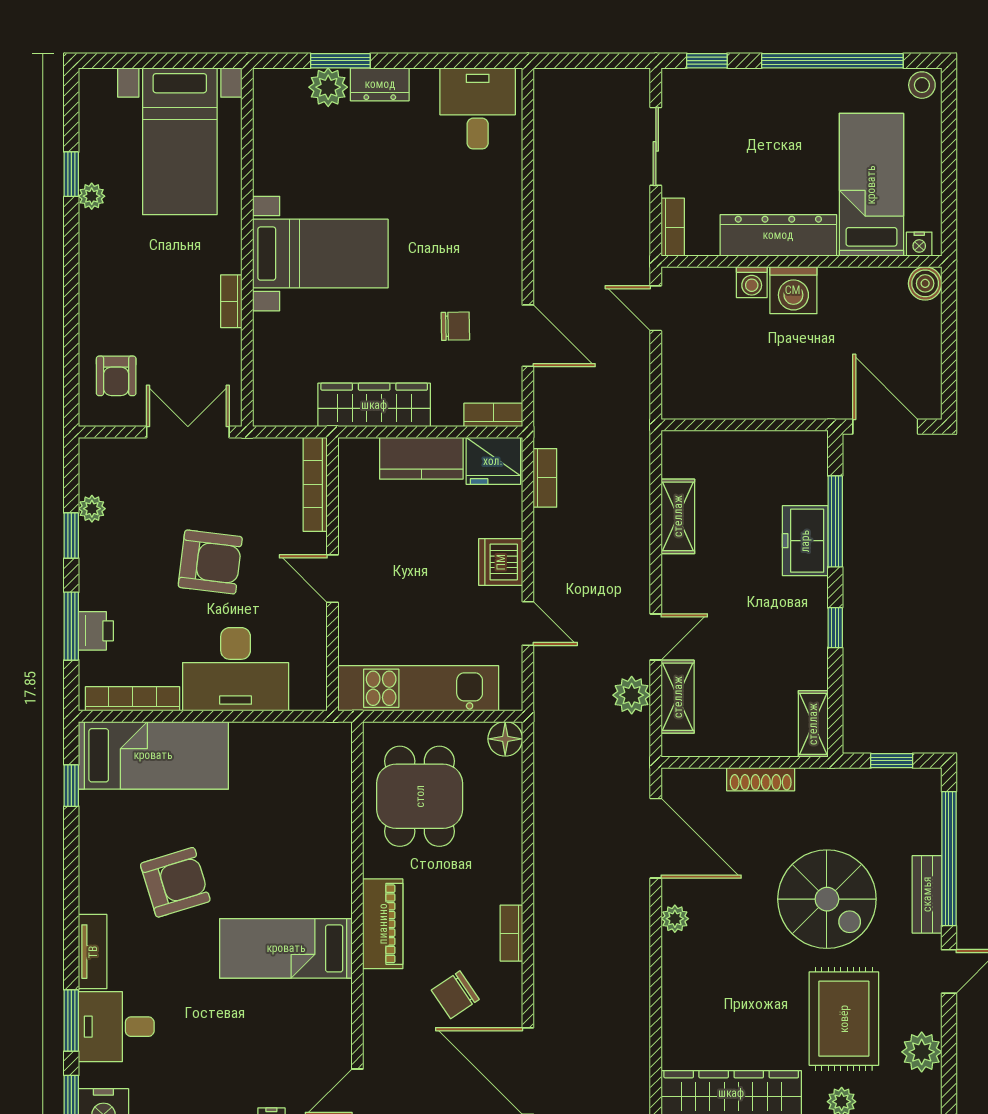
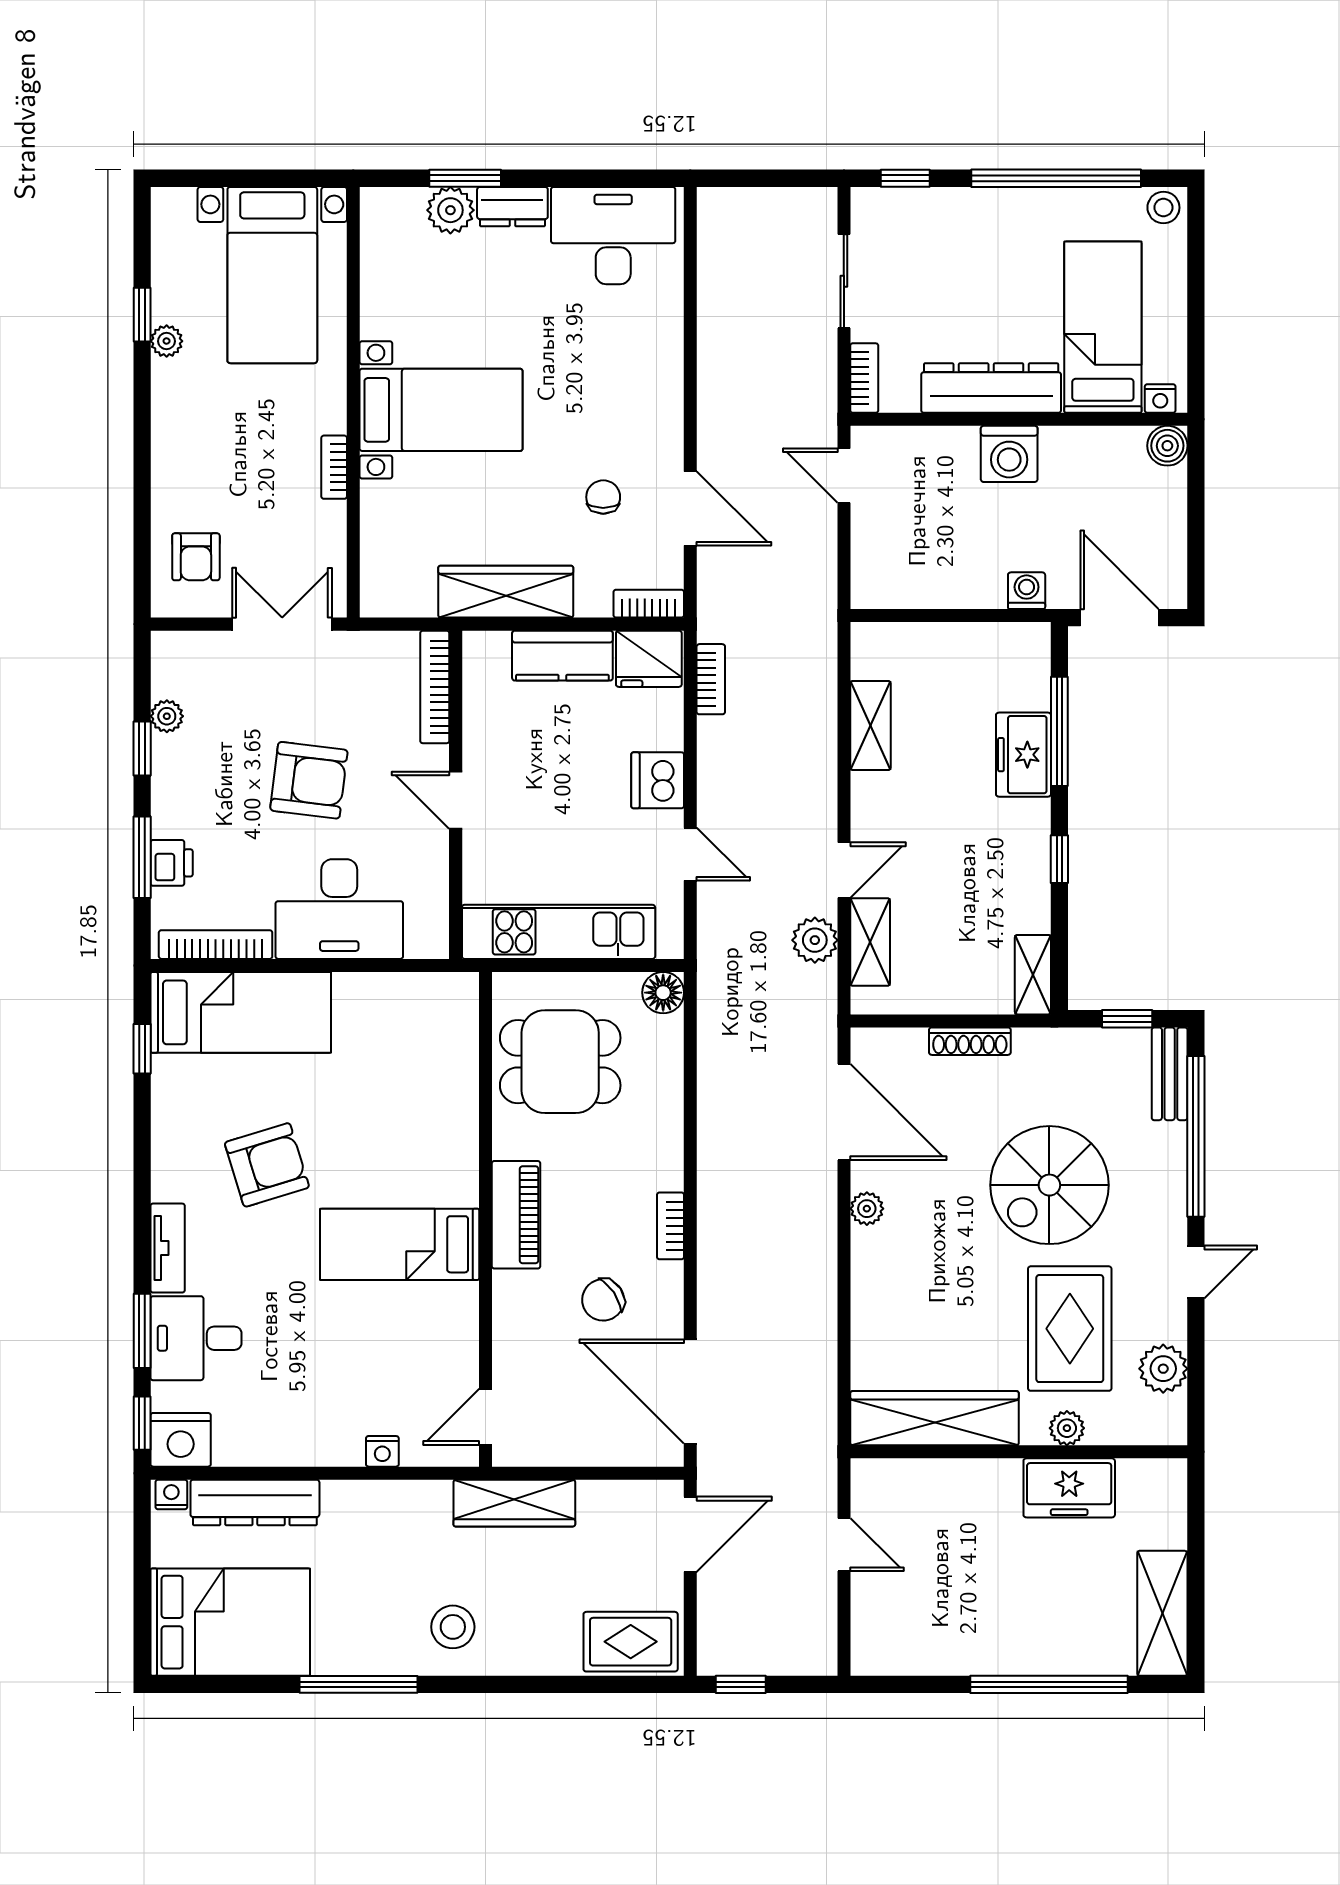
desk: (478, 108) -> (613, 236), width x1.37
washing machine: (752, 282) -> (1027, 591), moved, turned 180
chair: (455, 326) -> (603, 497), turned -89
dining table: (420, 796) -> (560, 1062), turned 90
bench: (927, 894) -> (1170, 1074), moved
spiral stairs: (827, 899) -> (1049, 1185), turned 90

